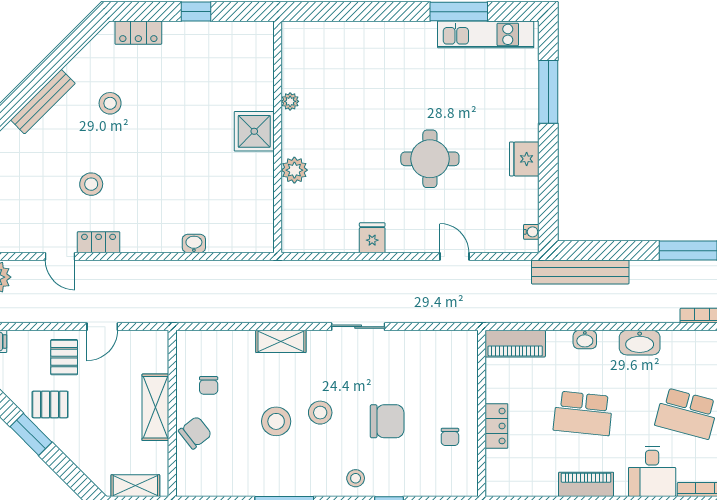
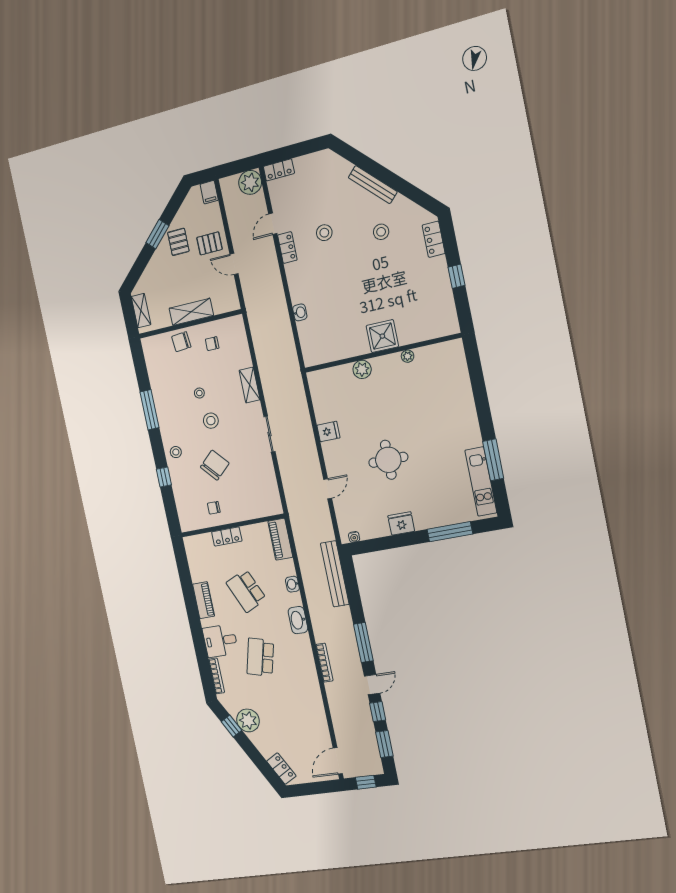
school desk: (583, 413) -> (246, 591), turned -30
stool: (276, 421) -> (199, 393), width x0.53, depth x0.53
chair: (387, 421) -> (215, 465), turned -132
chair: (195, 433) -> (181, 342), turned 123

